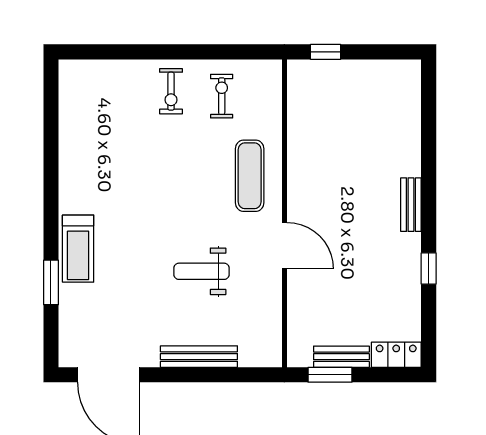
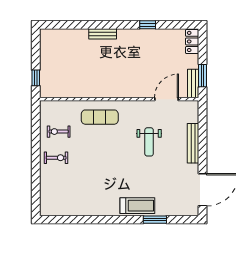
bench: (411, 205) -> (103, 34), moved
door: (284, 246) -> (166, 99), moved
bench: (341, 357) -> (193, 83), moved

